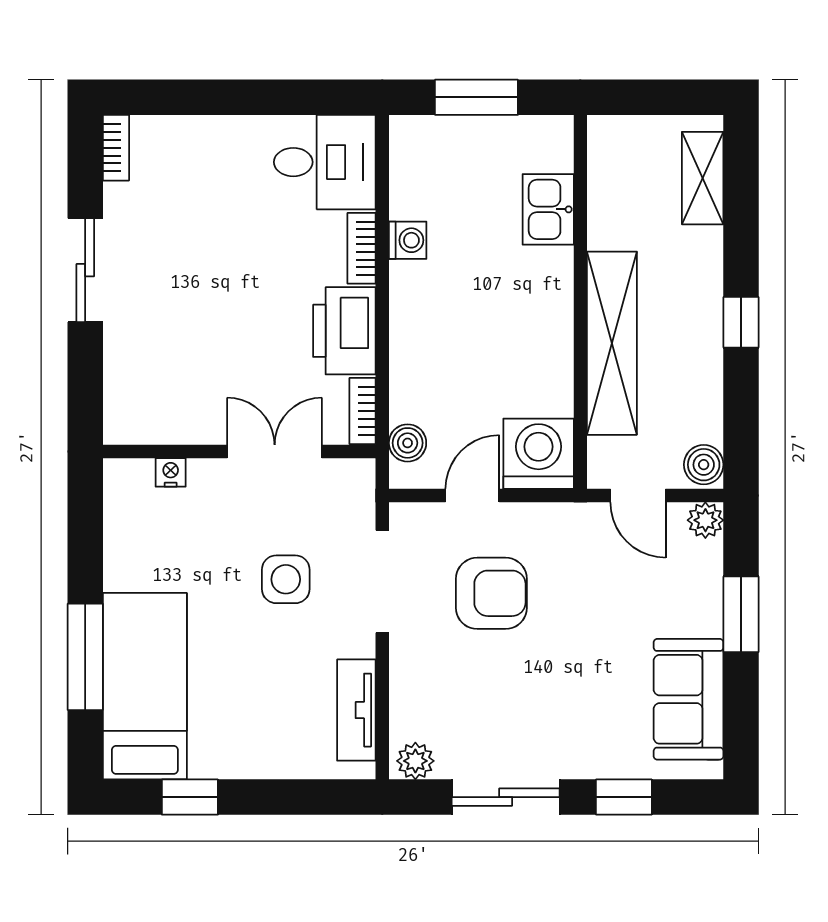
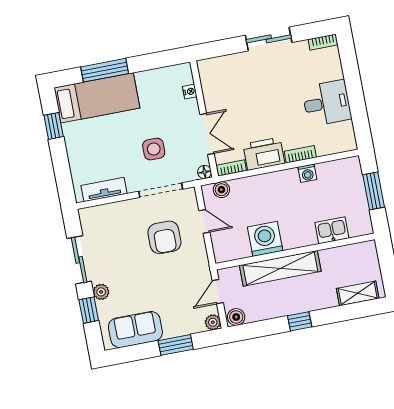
desk: (325, 162) -> (327, 103), moved, turned -90
washing machine: (539, 454) -> (265, 239), moved, turned -90
floor lamp: (360, 474) -> (204, 172), added
plant: (415, 761) -> (101, 292), moved

